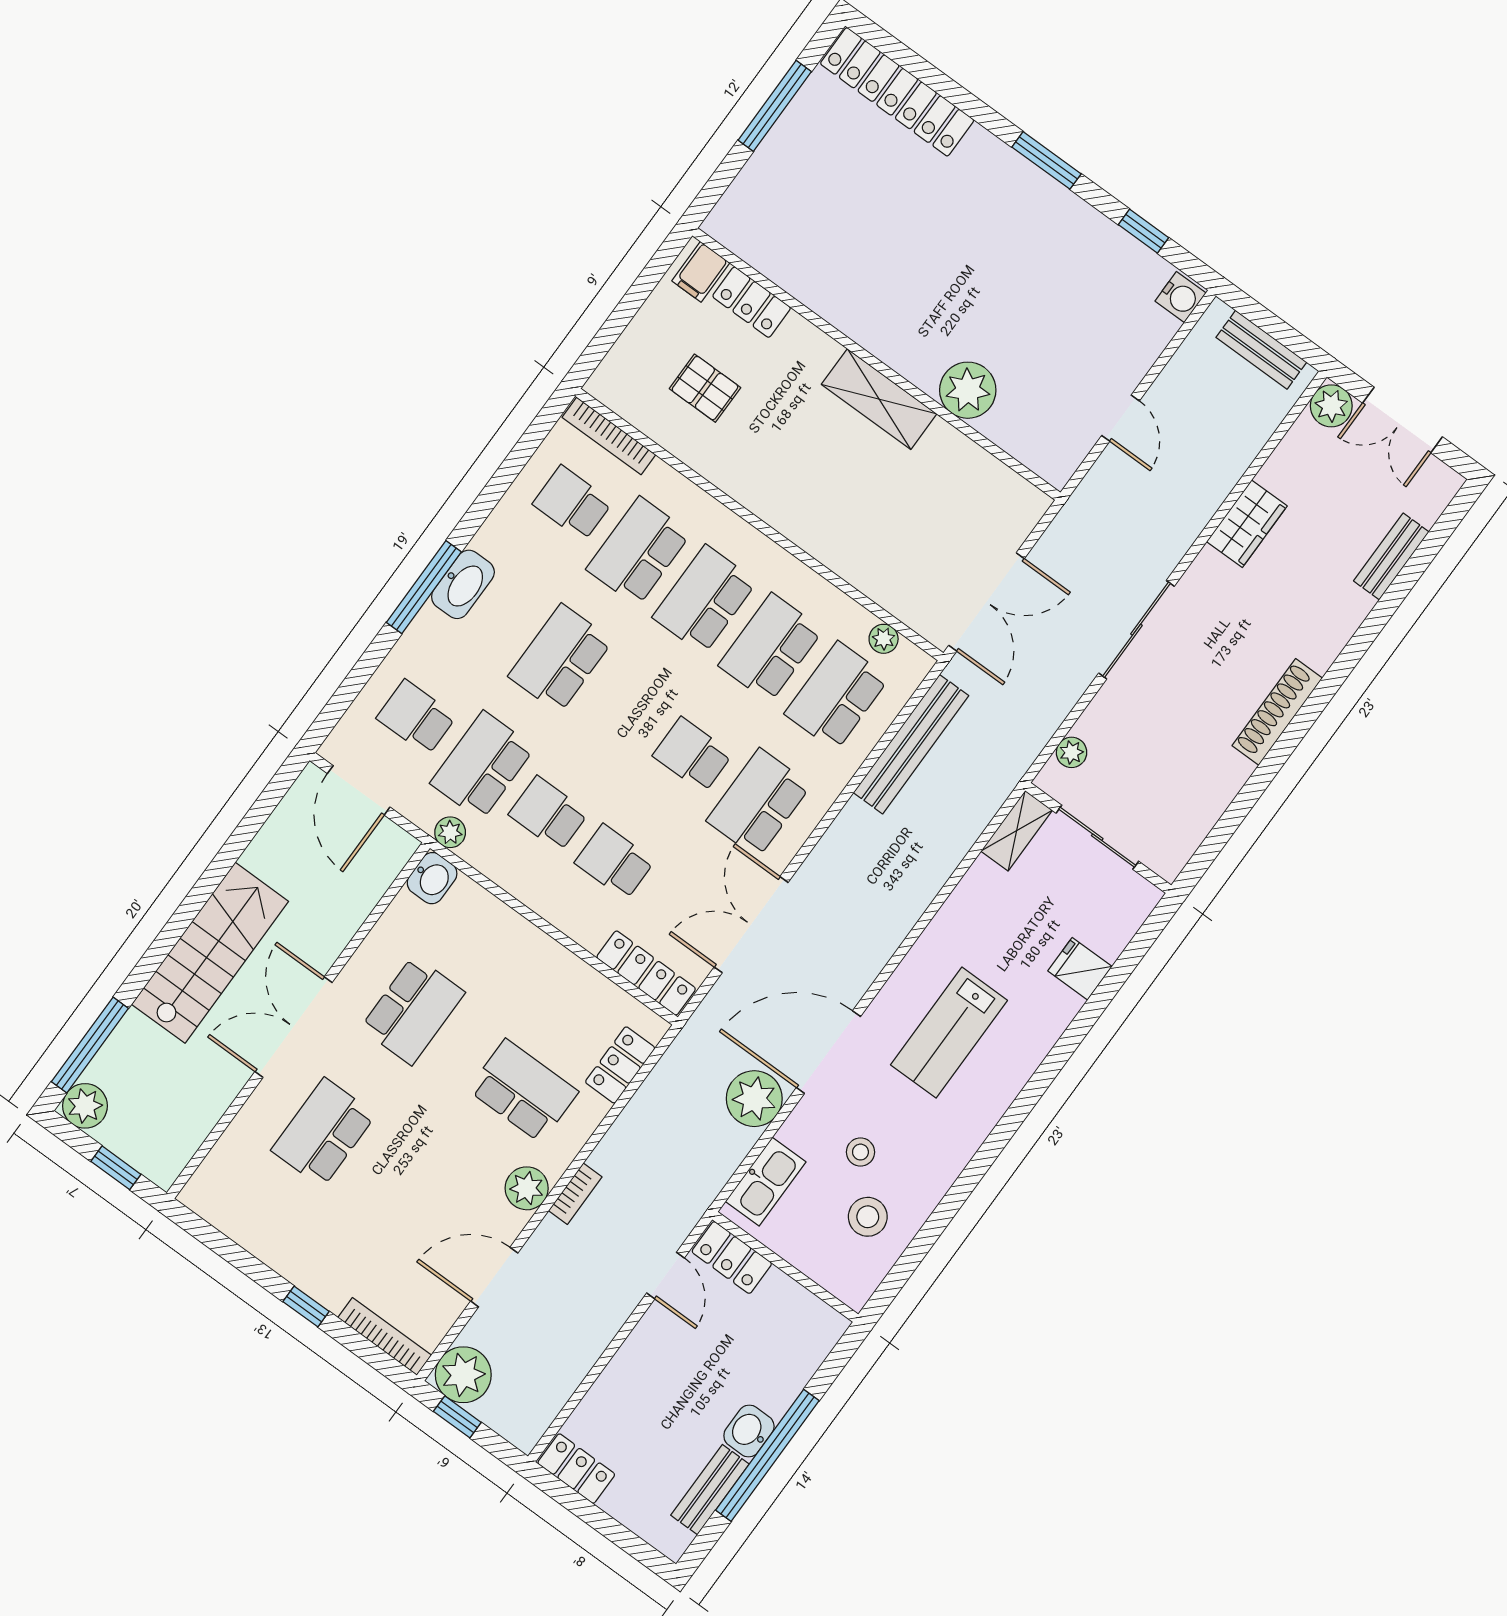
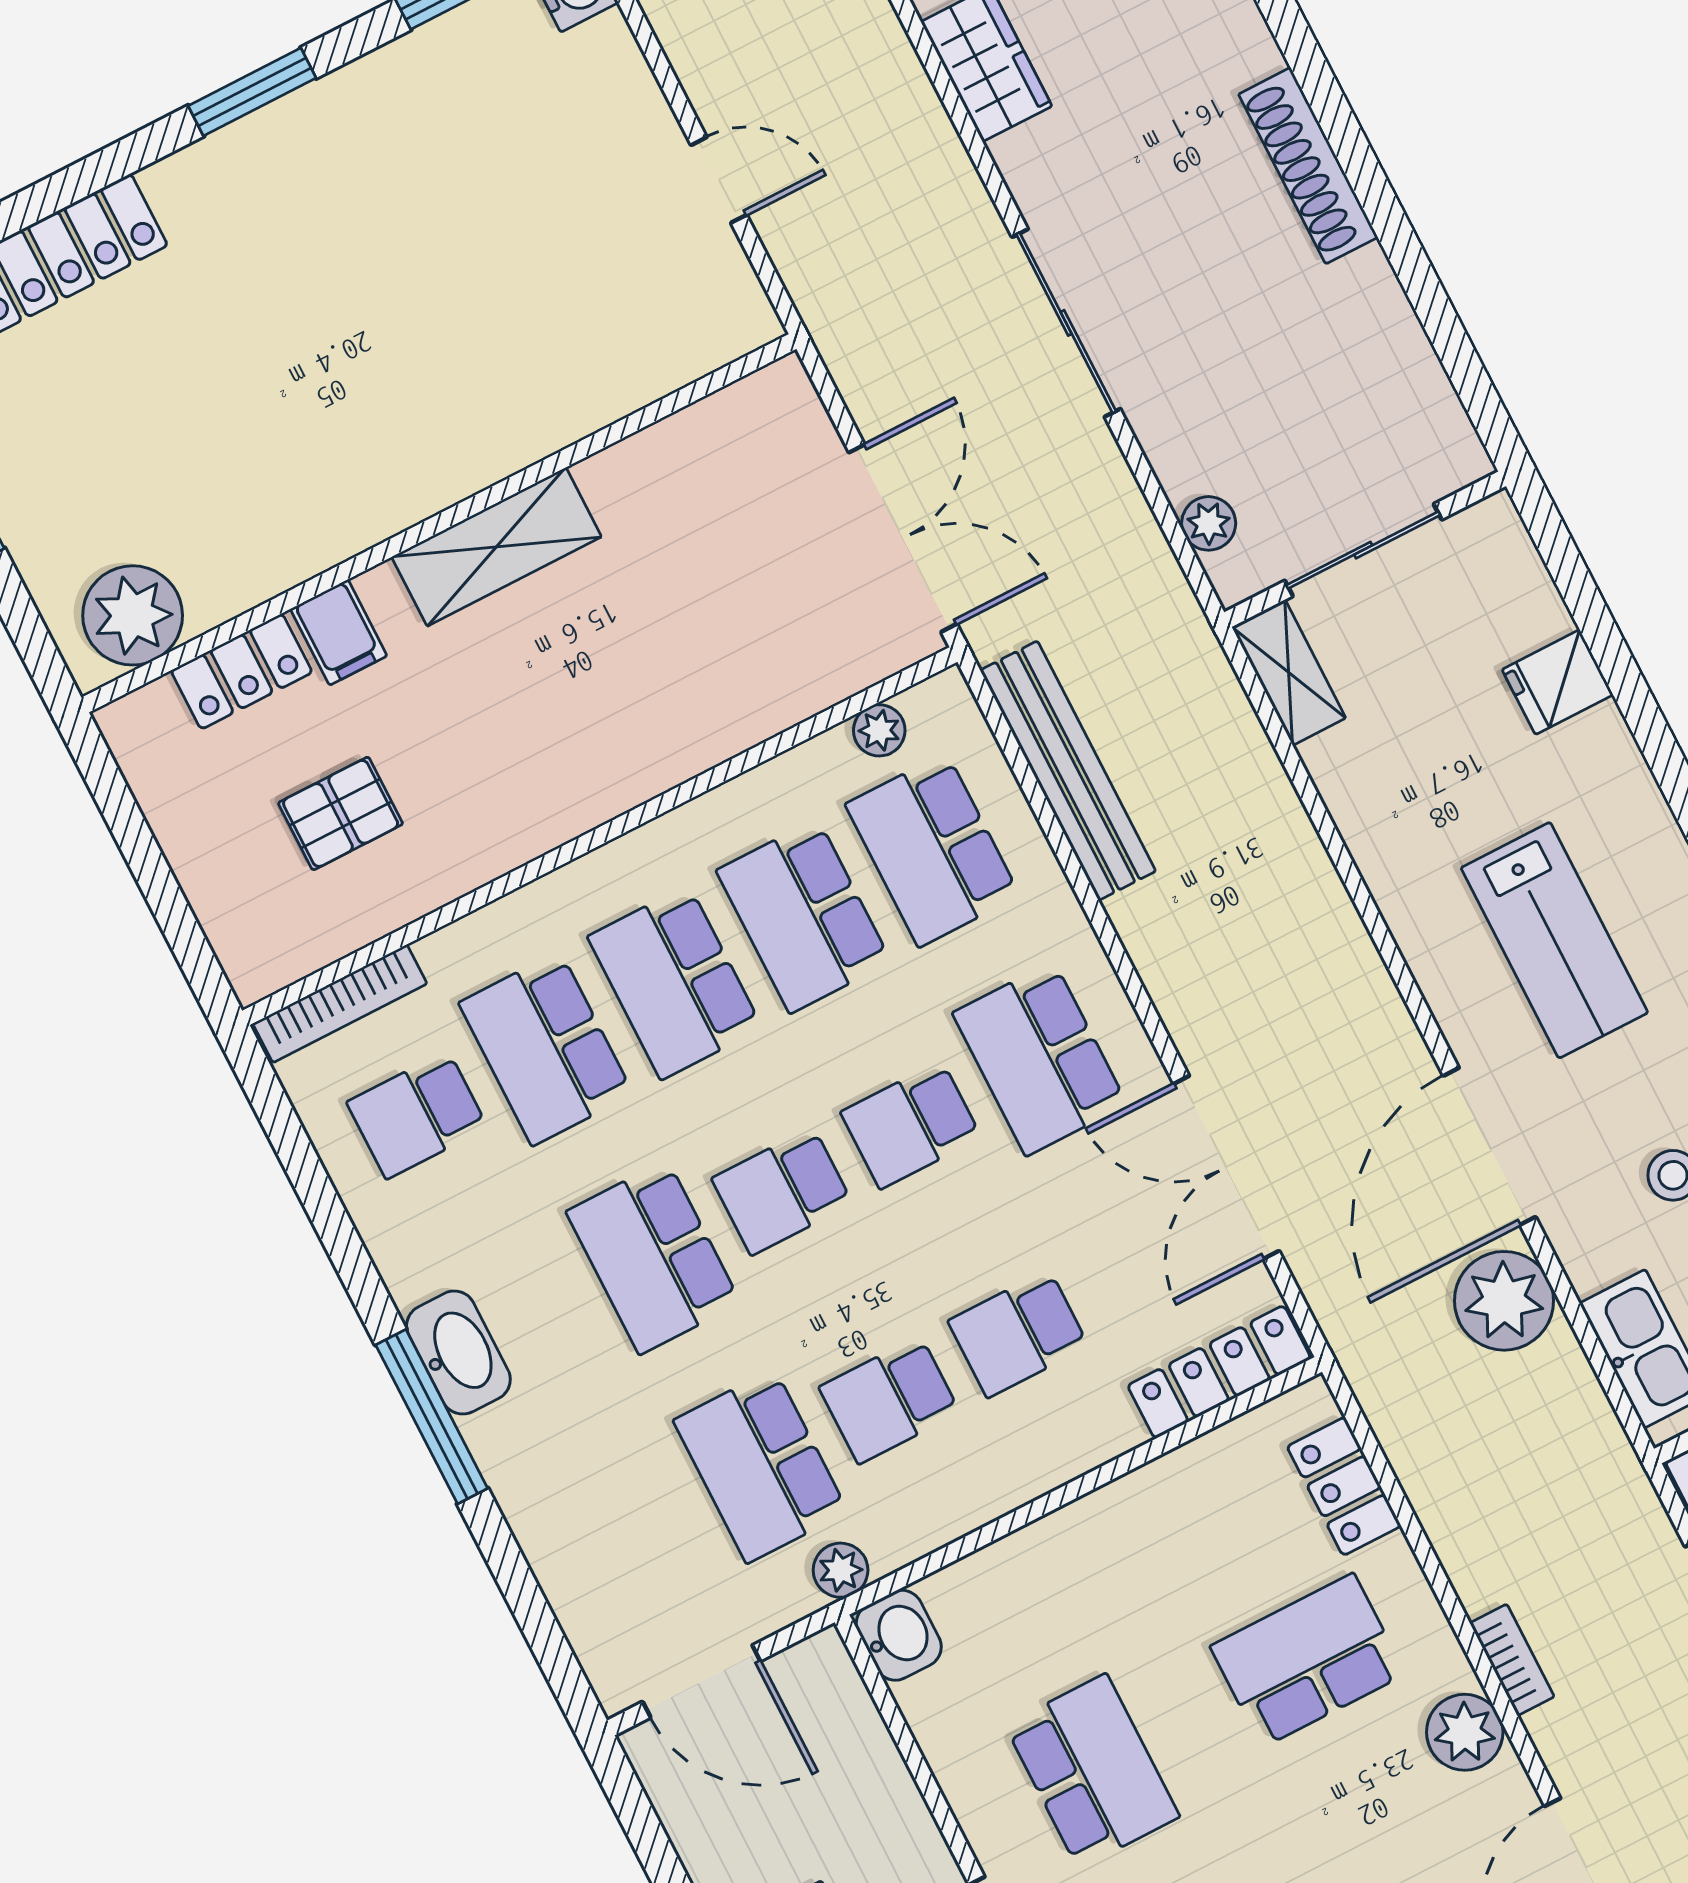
filing cabinet: (701, 272) -> (339, 632), moved
plant: (968, 390) -> (133, 615), moved
school desk: (416, 717) -> (782, 1191), moved

